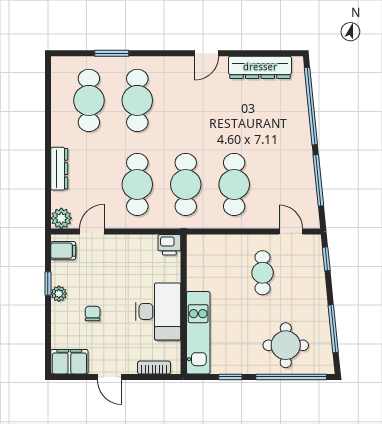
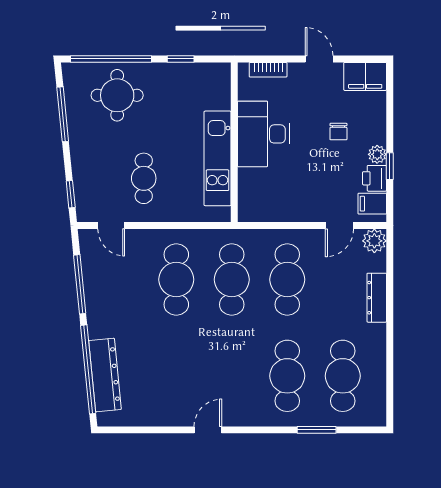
dresser: (260, 67) -> (105, 375), moved, turned 84
printer: (169, 245) -> (375, 178), moved, turned -90
kitchen unit: (198, 333) -> (218, 158), moved

